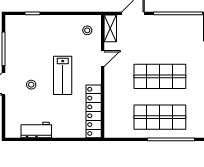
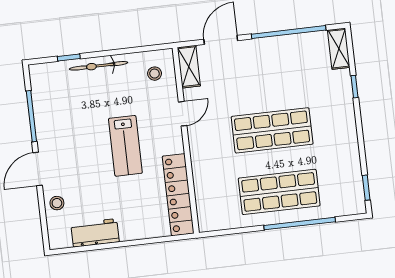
bicycle: (51, 21) -> (98, 66), added
stool: (31, 85) -> (57, 203), moved

